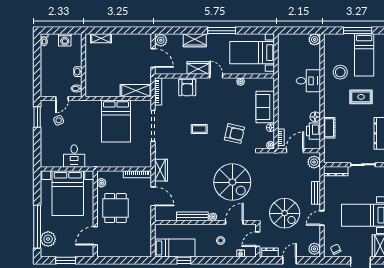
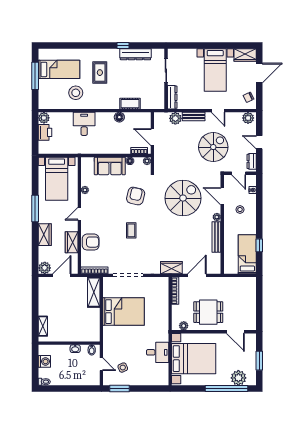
wardrobe: (198, 68) -> (72, 242), moved
printer: (314, 131) -> (45, 132), moved, turned -90
plant: (314, 162) -> (175, 118), moved

